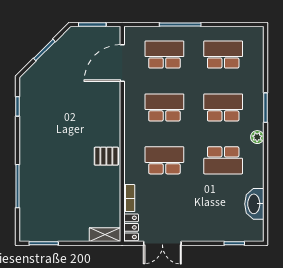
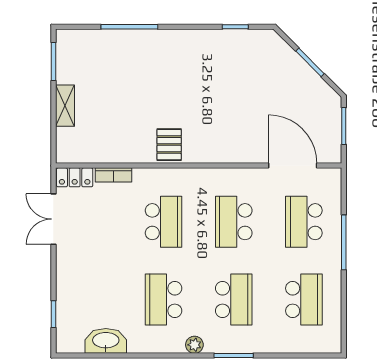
school desk: (164, 55) -> (304, 222), turned 180
school desk: (164, 107) -> (234, 222), turned 180
shelving: (105, 235) -> (65, 106), moved

